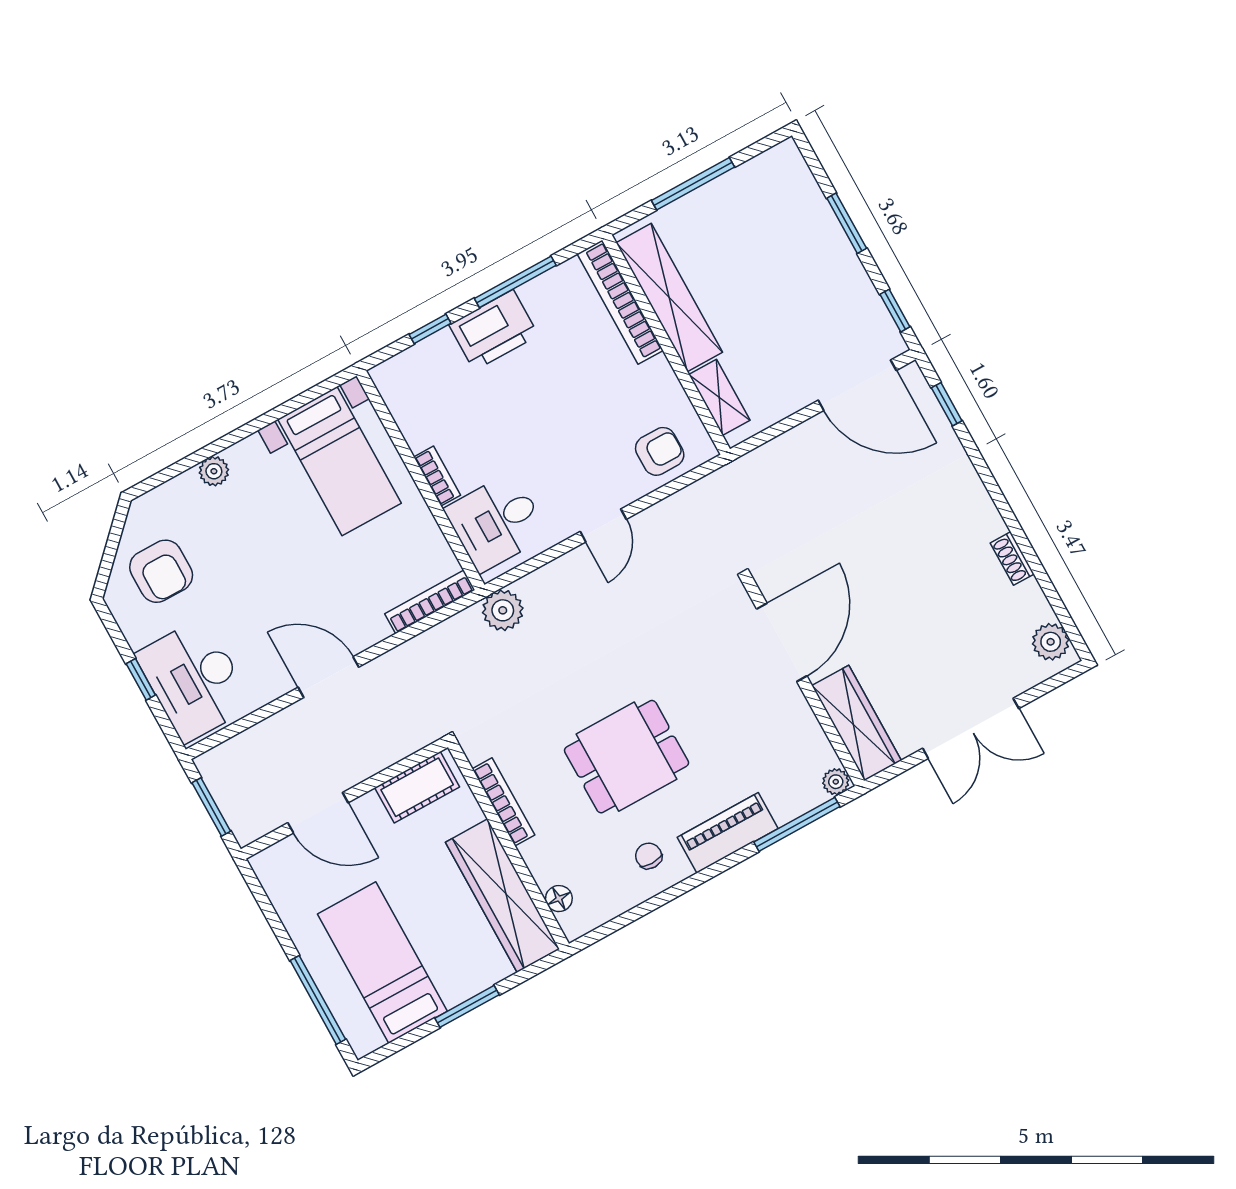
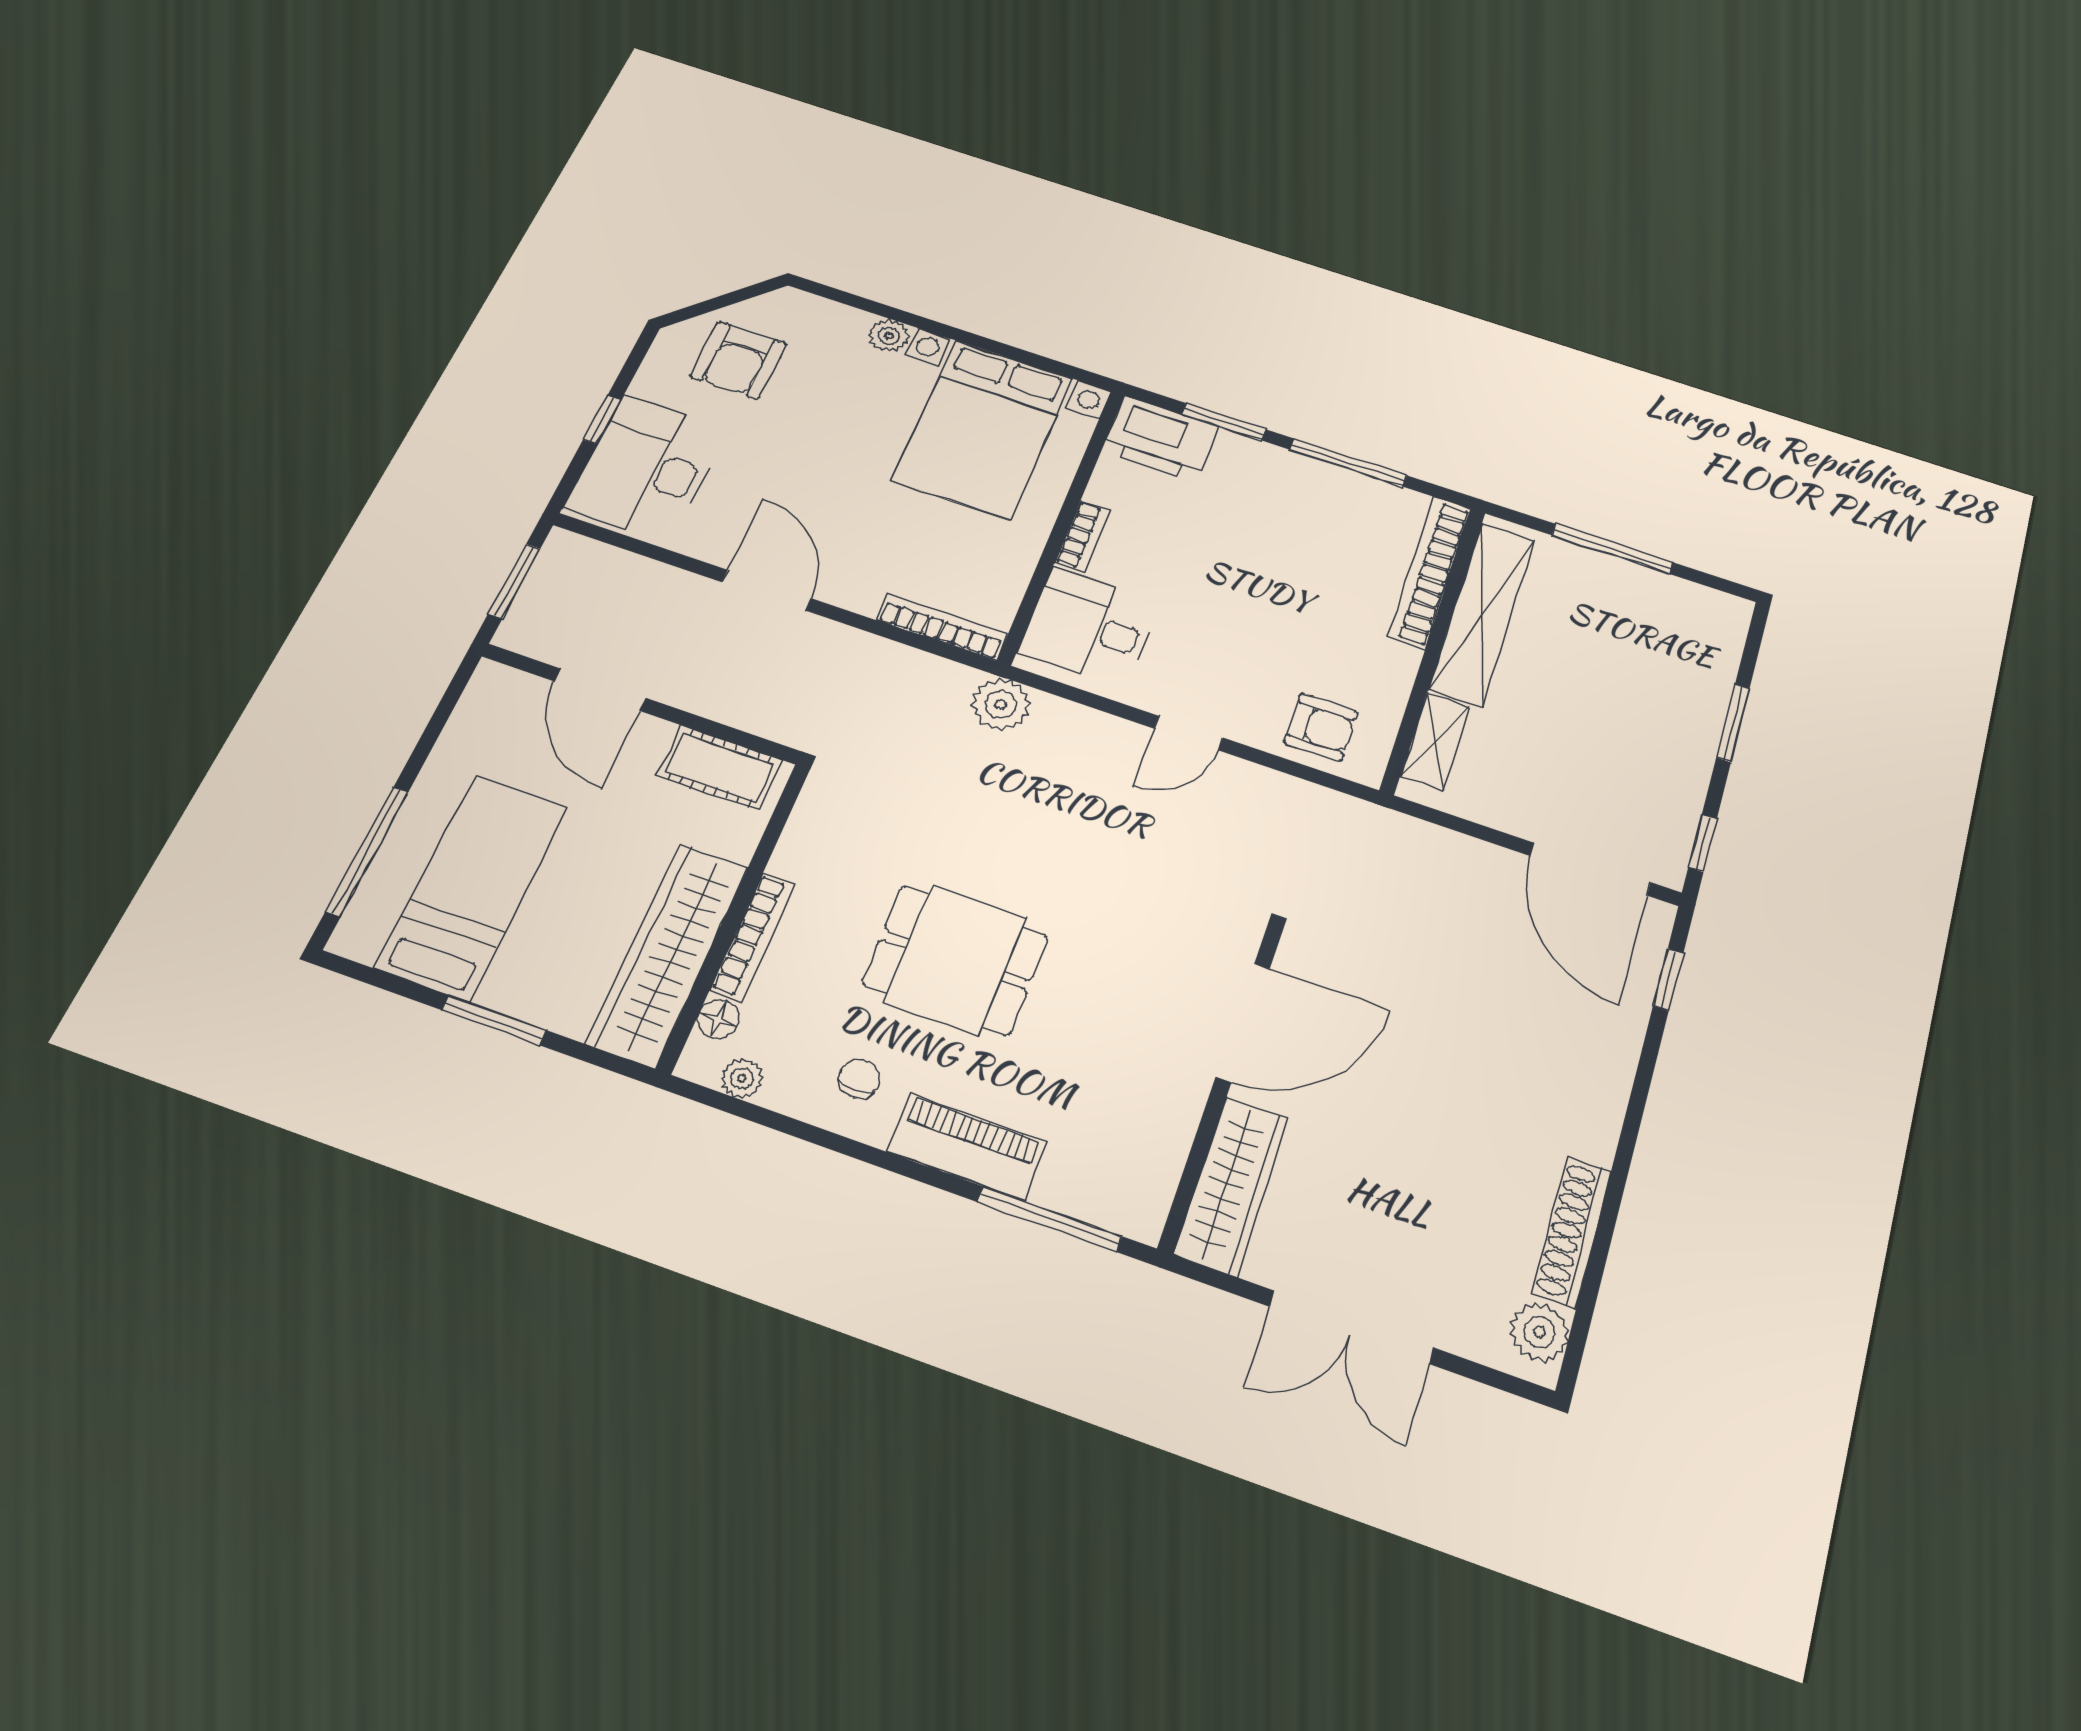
window: (430, 329) -> (1224, 422), width x1.50
printer: (494, 330) -> (1160, 439), moved
bed with nightstands: (339, 461) -> (983, 429), width x1.36
shoe rack: (1012, 558) -> (1572, 1232), width x1.94, depth x1.24
plant: (836, 782) -> (742, 1078), moved
bookcase: (503, 802) -> (753, 937), moved

